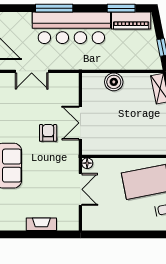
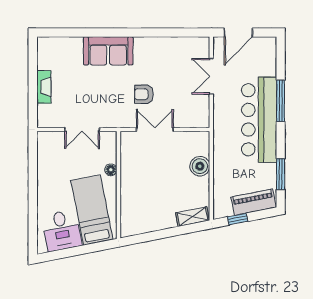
piano: (131, 20) -> (254, 202), moved, turned 79
armchair: (48, 133) -> (144, 94), turned 180
floor lamp: (87, 163) -> (111, 170), moved

